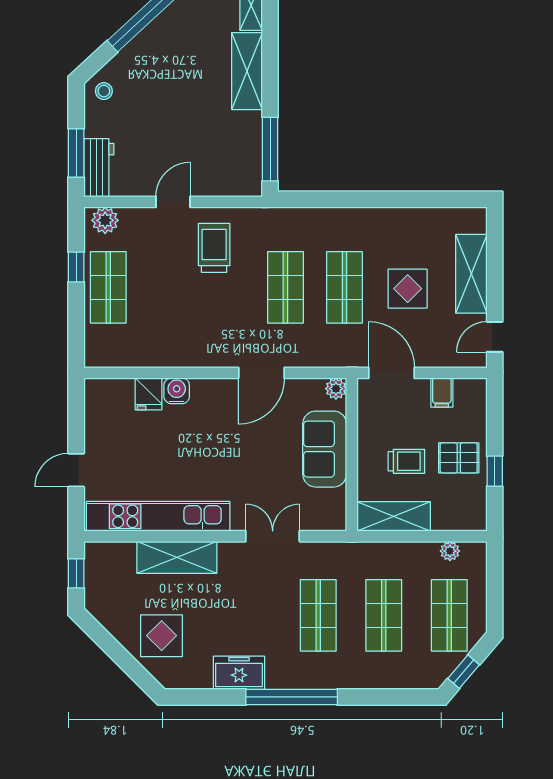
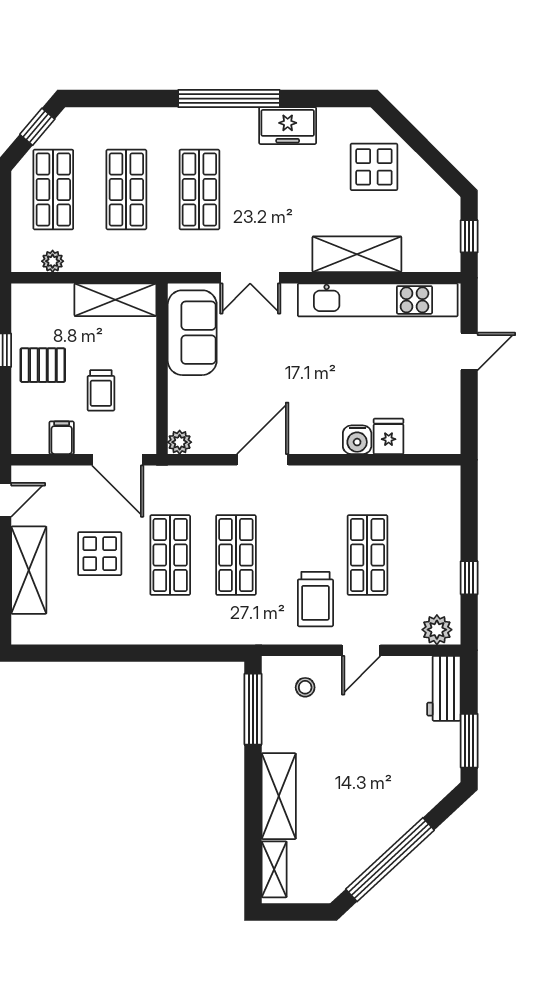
stool: (104, 91) -> (305, 687), moved
window: (76, 153) -> (469, 741), moved
shop shelf: (108, 287) -> (367, 555), moved
sofa: (325, 449) -> (192, 333), moved
trolley: (406, 461) -> (101, 390), moved, turned -90

